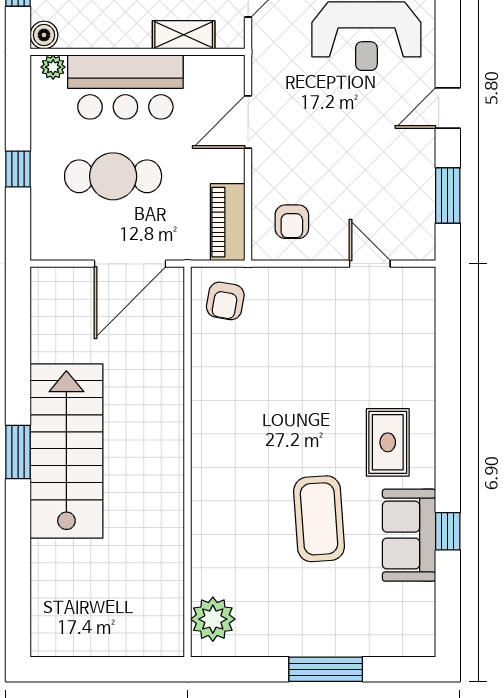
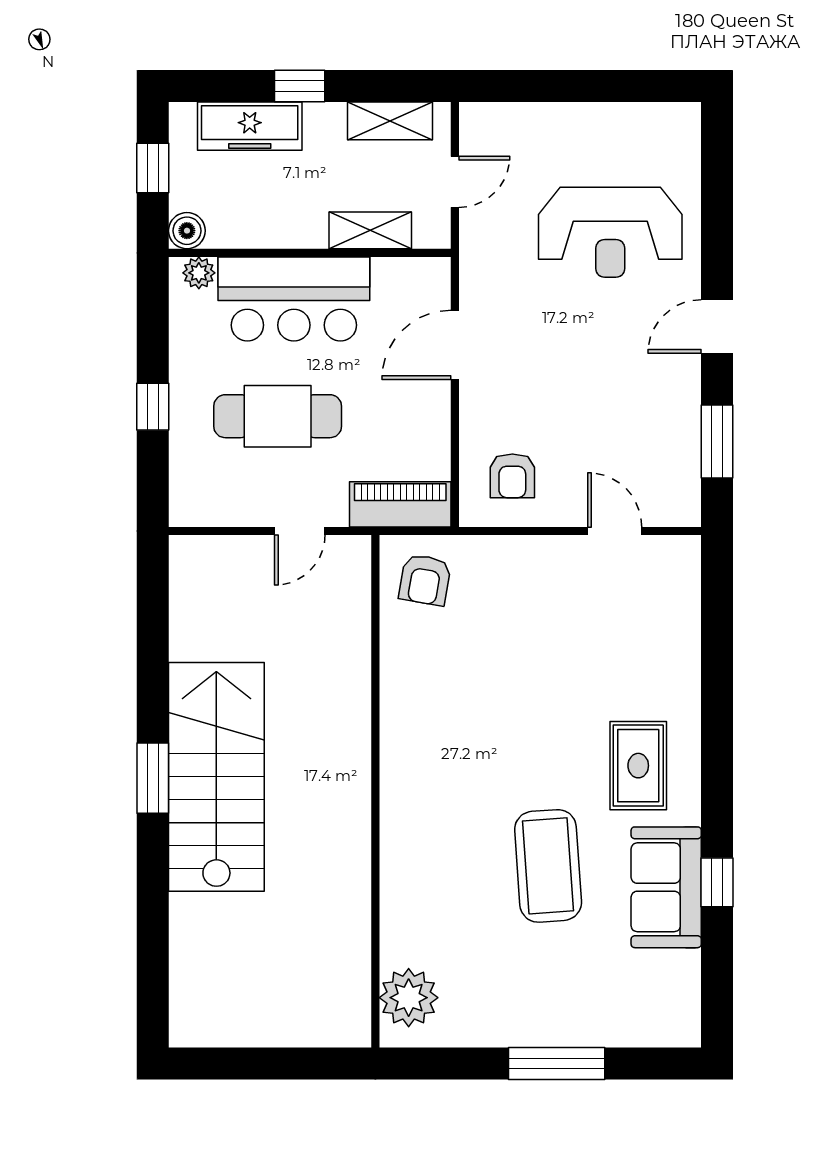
piano: (228, 222) -> (400, 504), moved, turned 90
door: (130, 264) -> (300, 531), width x0.53

